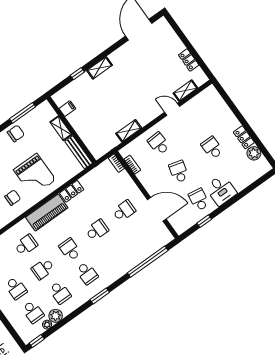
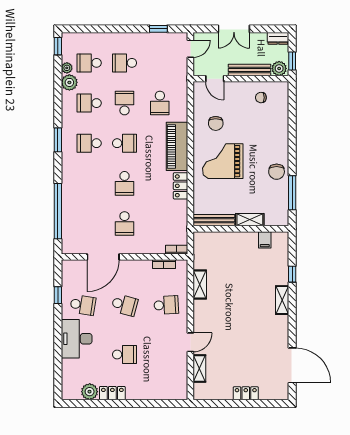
locker: (189, 60) -> (246, 393), moved
desk: (221, 190) -> (77, 339), width x1.37

